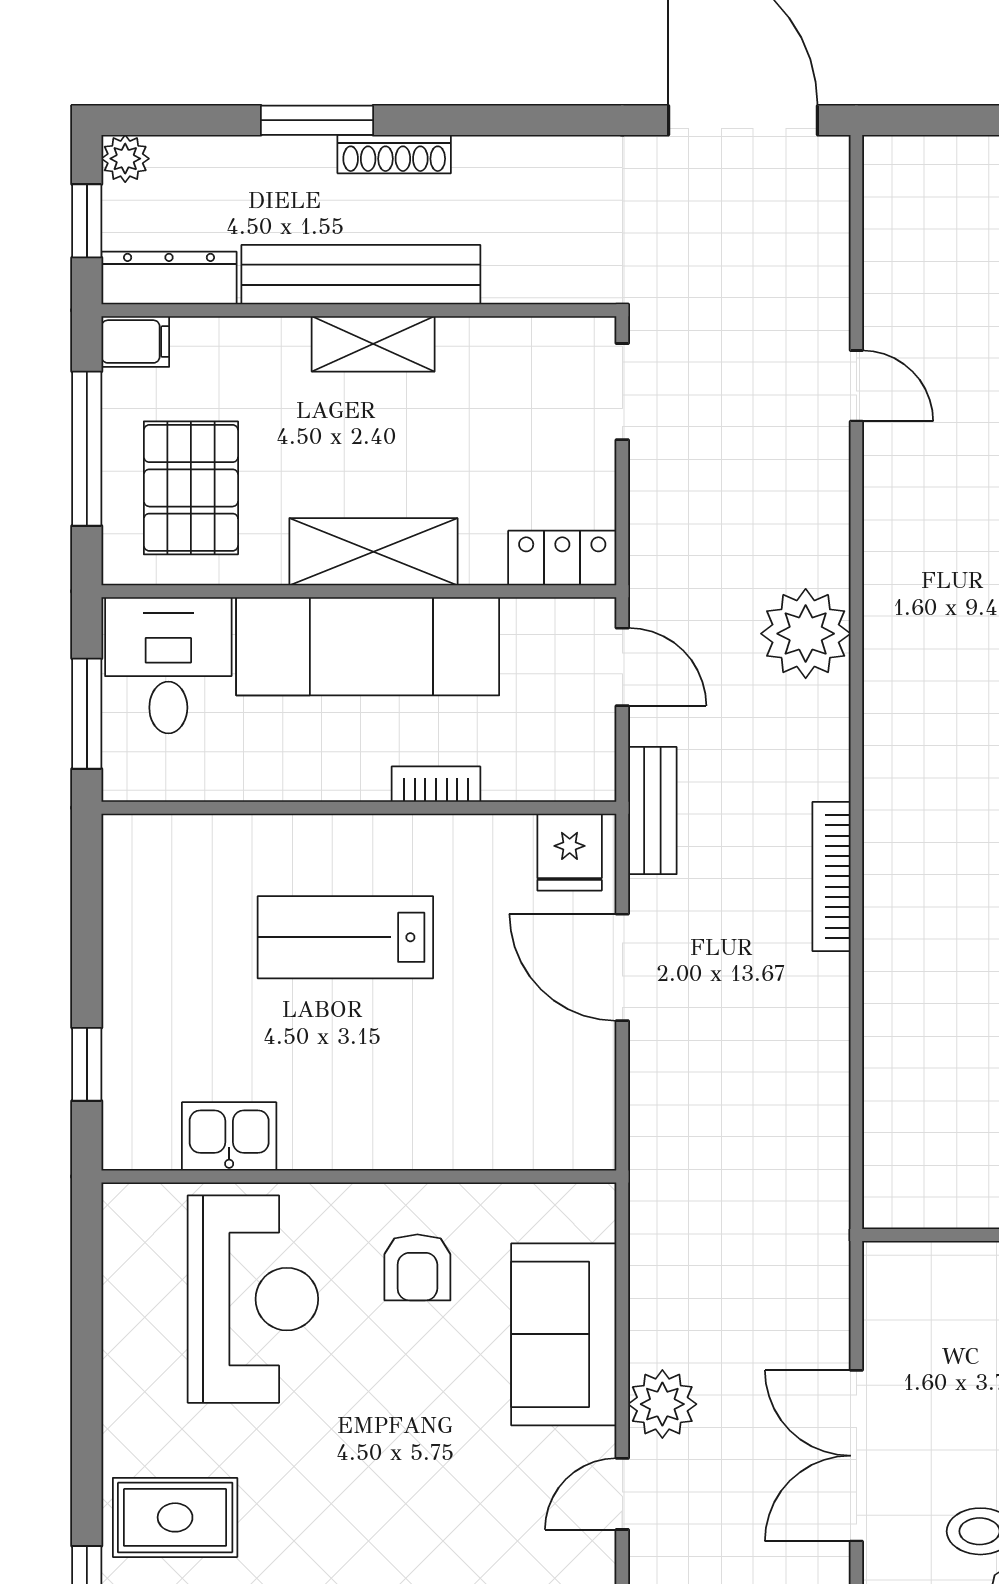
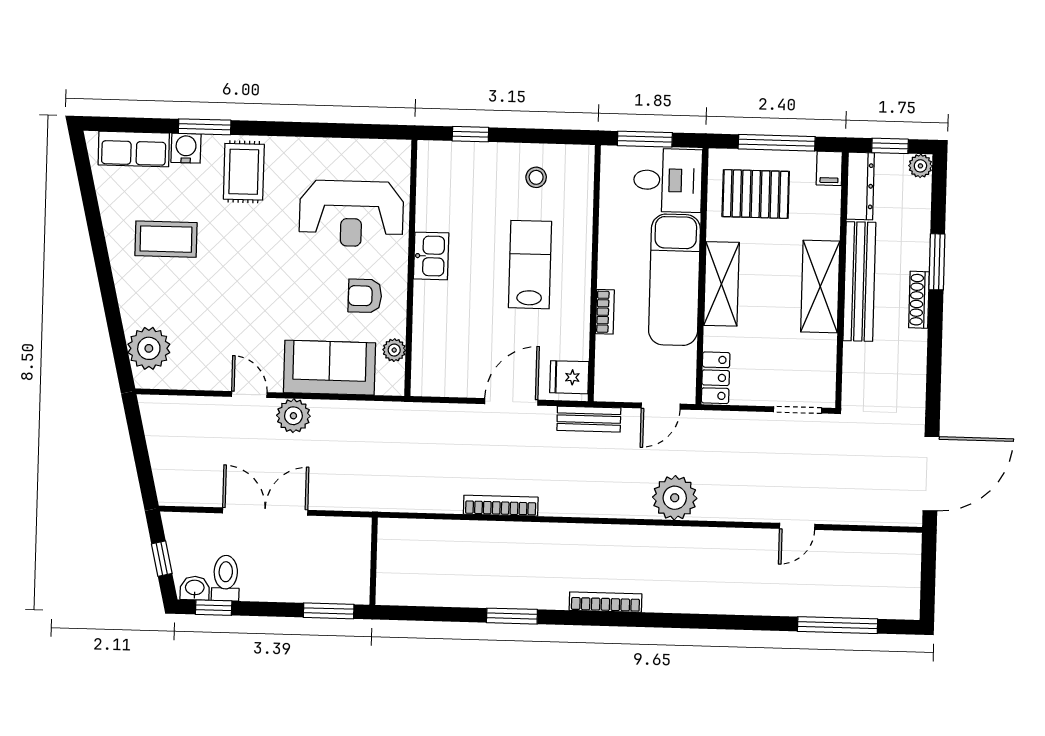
shelving: (373, 344) -> (820, 287), width x1.50, depth x1.33
bookcase: (831, 876) -> (501, 506), moved
stool: (170, 930) -> (536, 177), added
kitchen sink: (229, 1136) -> (431, 256), moved
plant: (525, 1205) -> (394, 350), added

